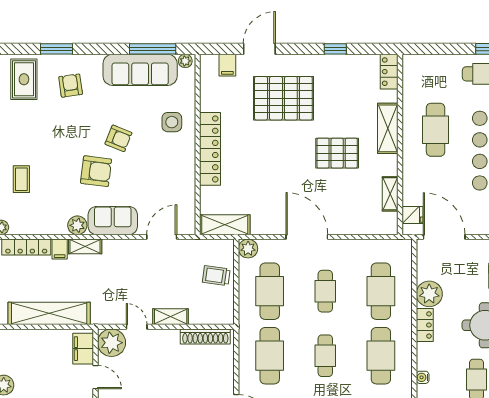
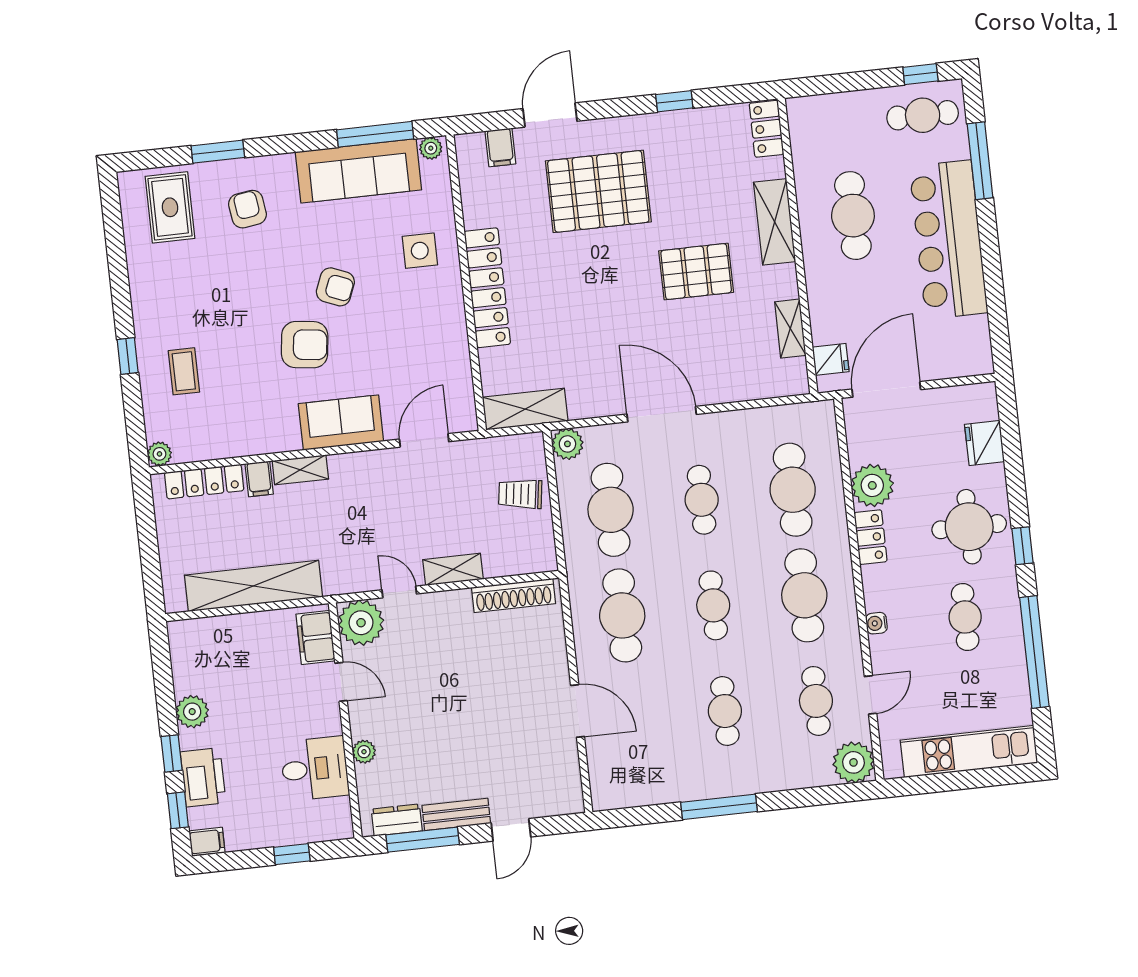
plant: (77, 225) -> (284, 437), removed
door: (444, 237) -> (886, 389), hinge flipped

